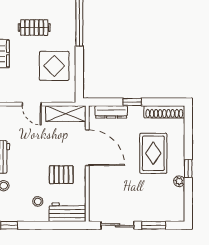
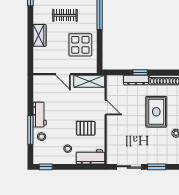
dresser: (111, 112) -> (136, 80), moved
door: (87, 148) -> (106, 107), width x0.53

